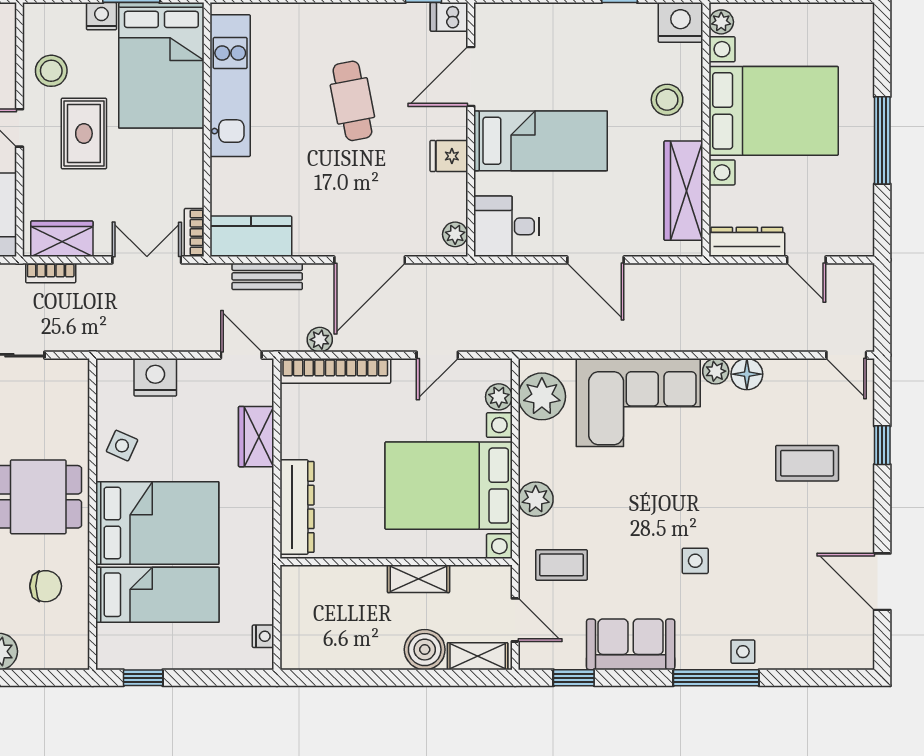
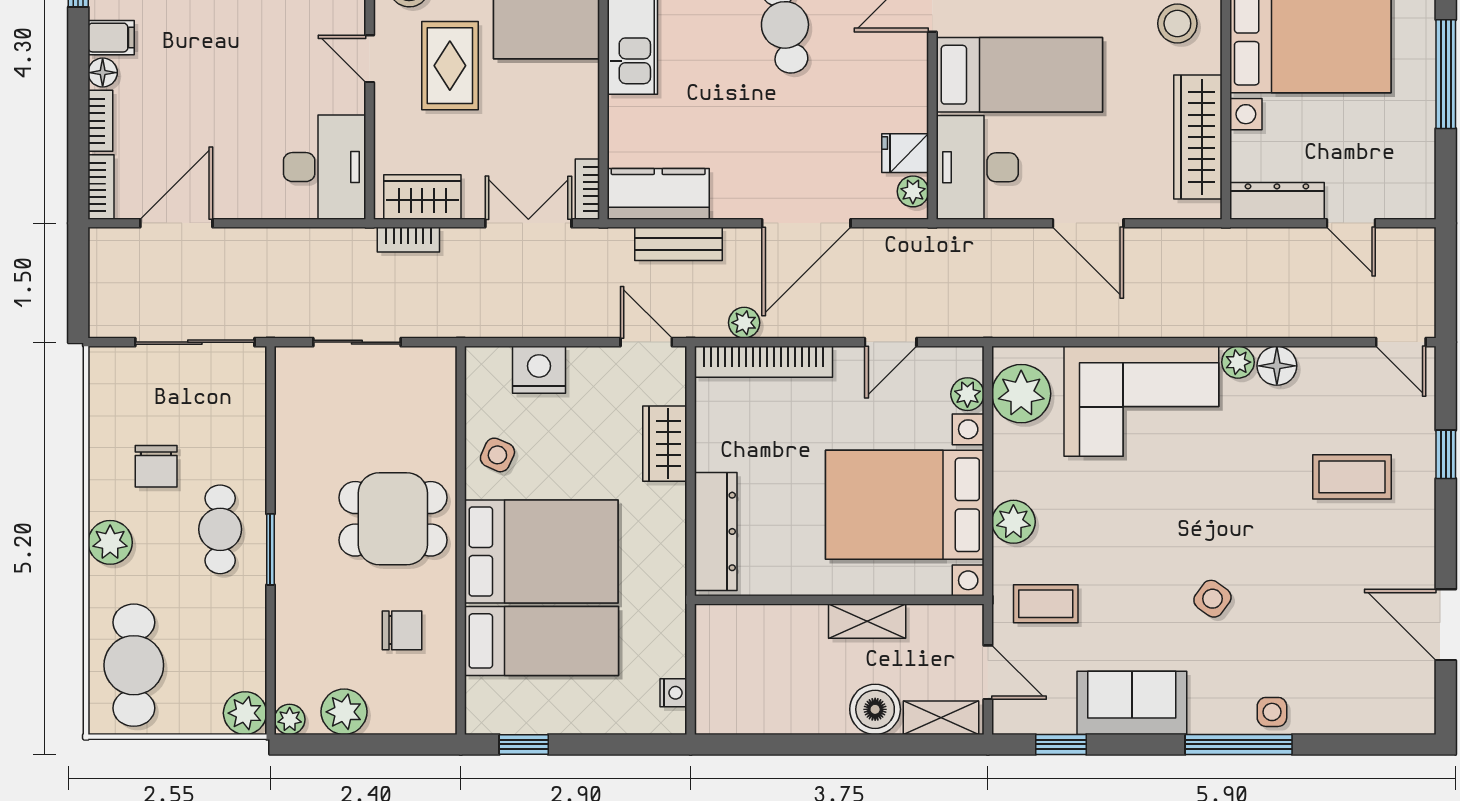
fridge: (449, 156) -> (905, 153), moved
desk: (507, 226) -> (977, 167), width x1.37
side table: (695, 561) -> (1212, 599), turned 36

